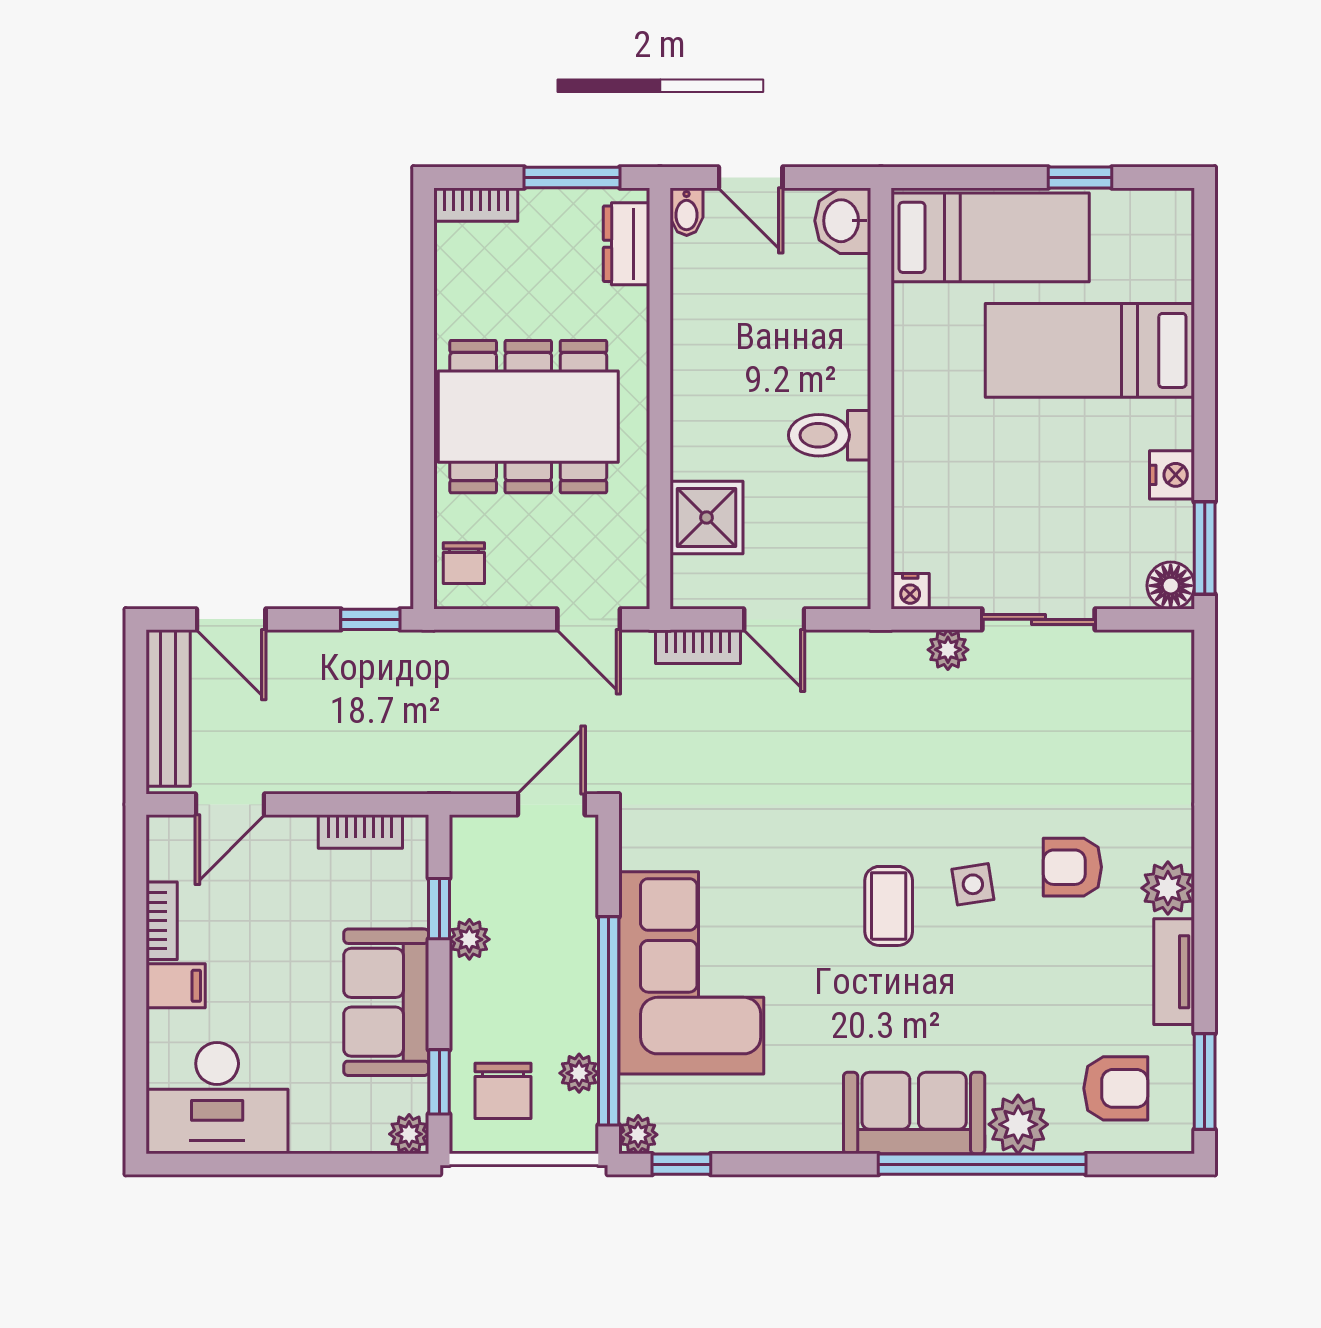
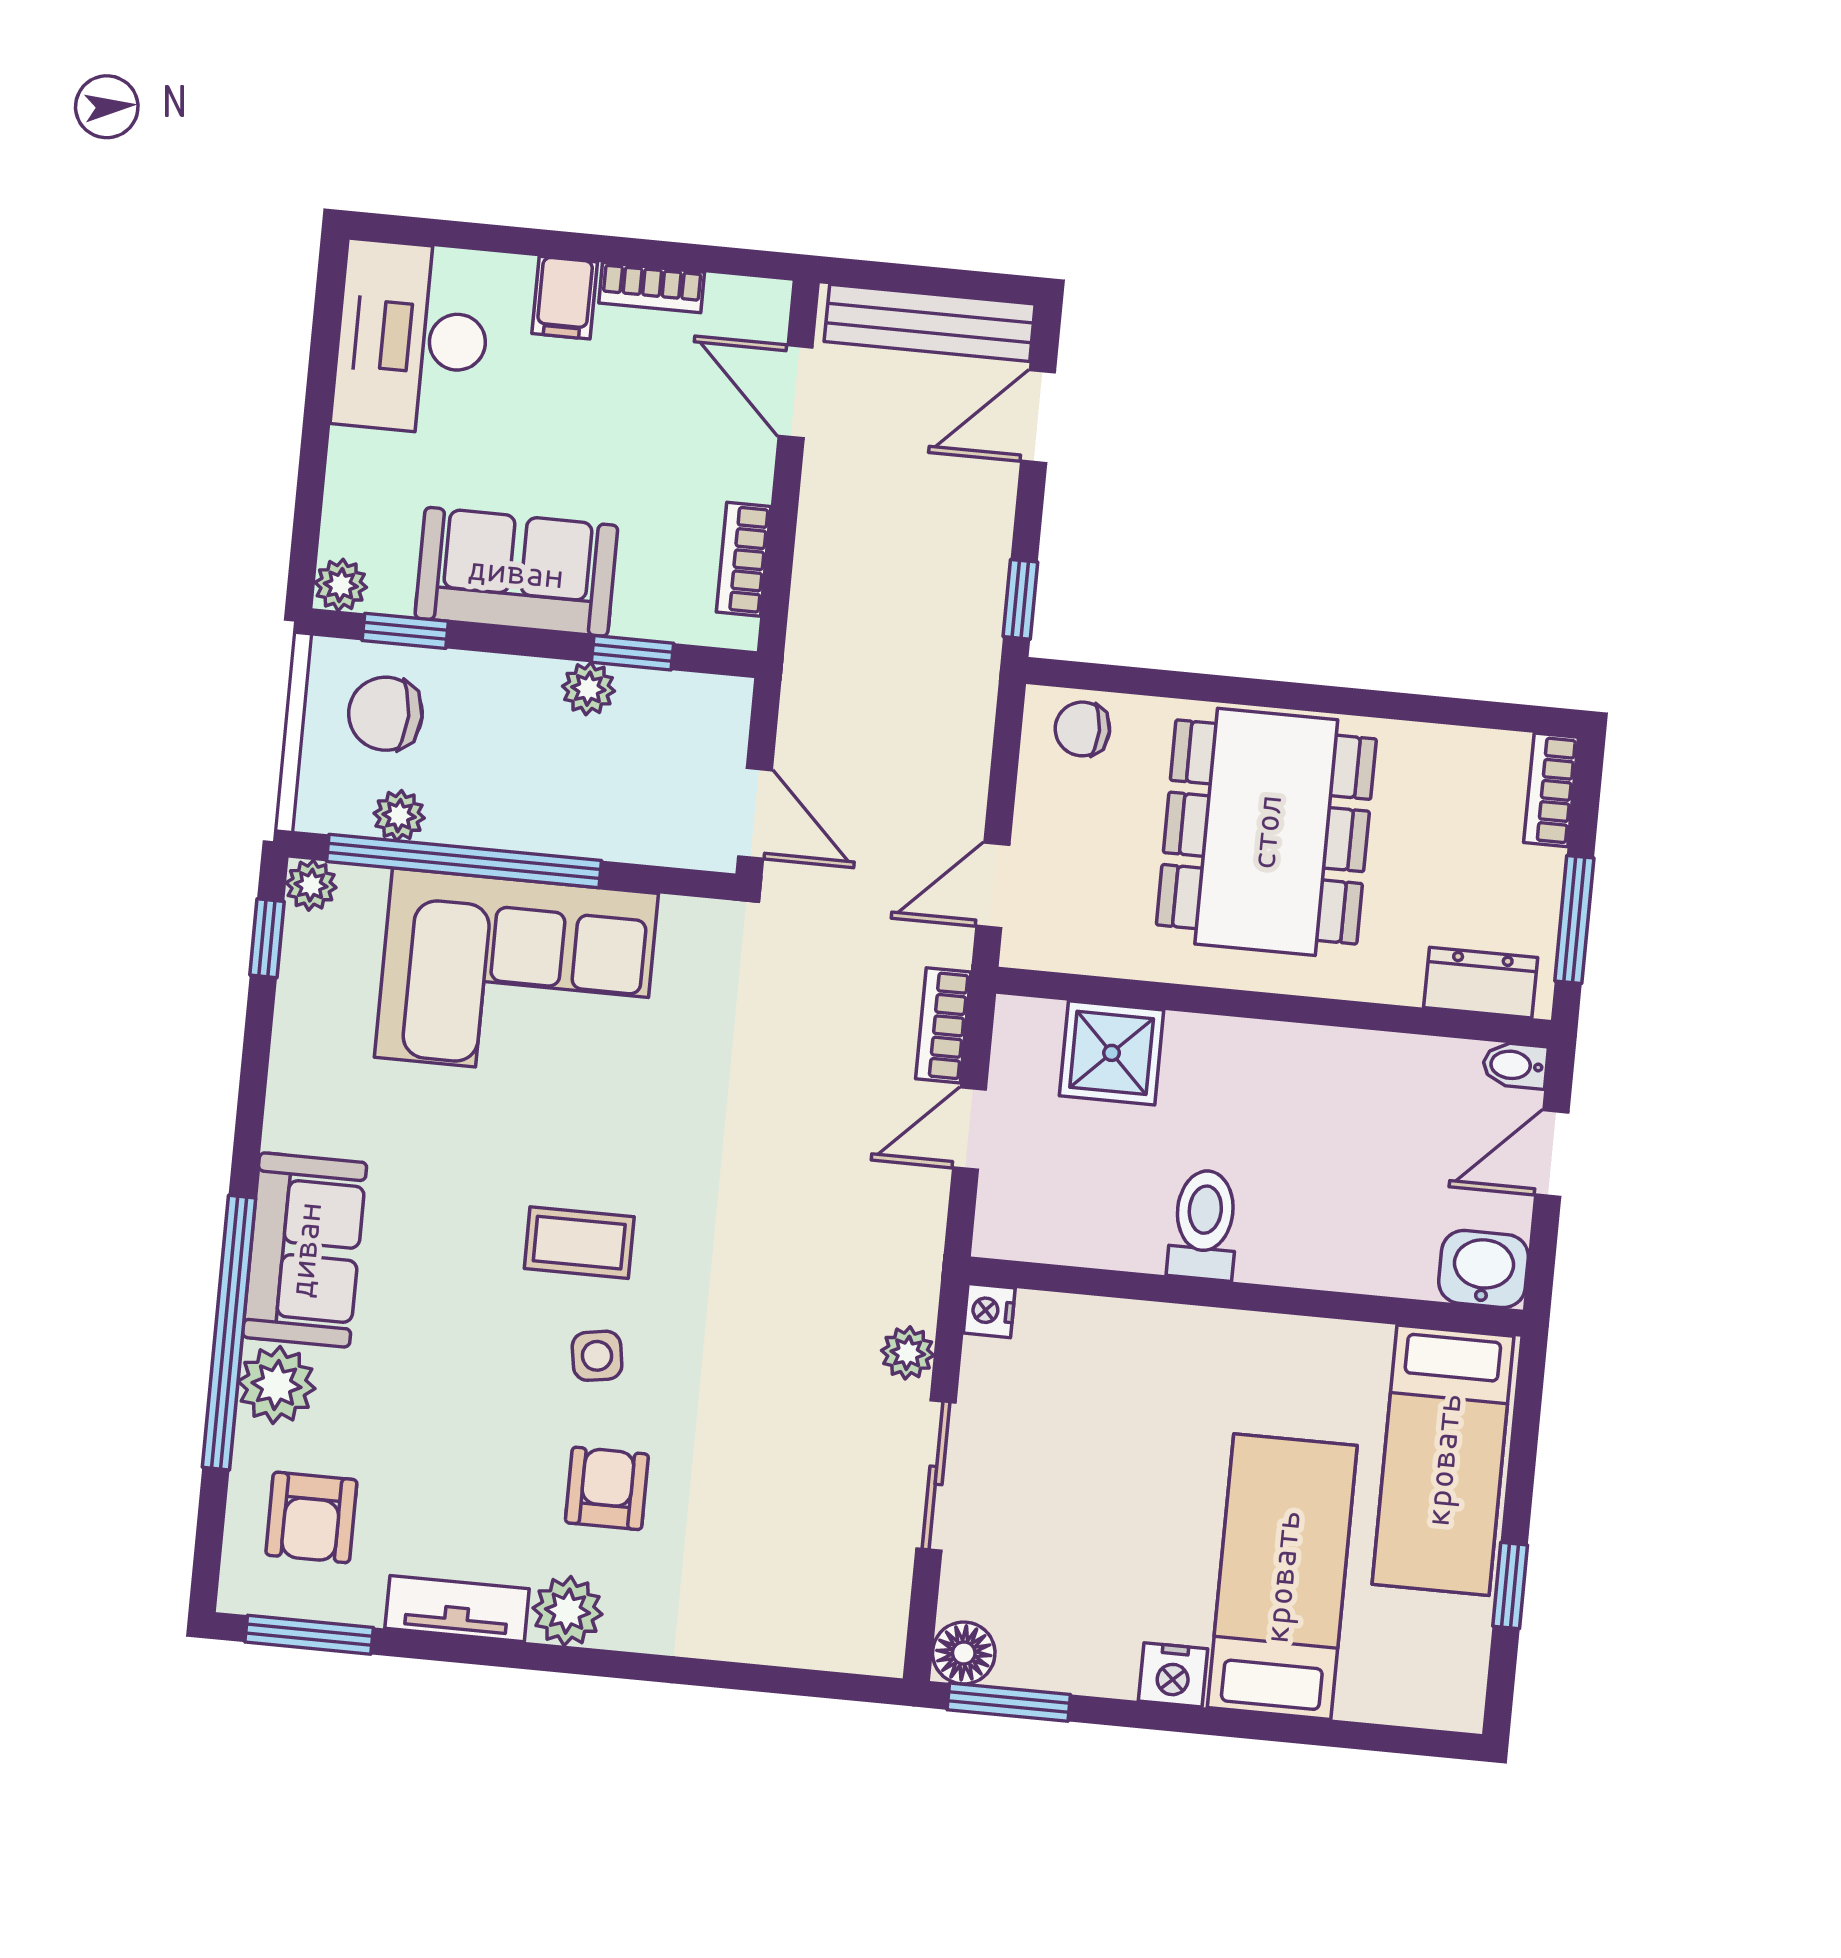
nightstand: (1172, 475) -> (1173, 1675), moved

